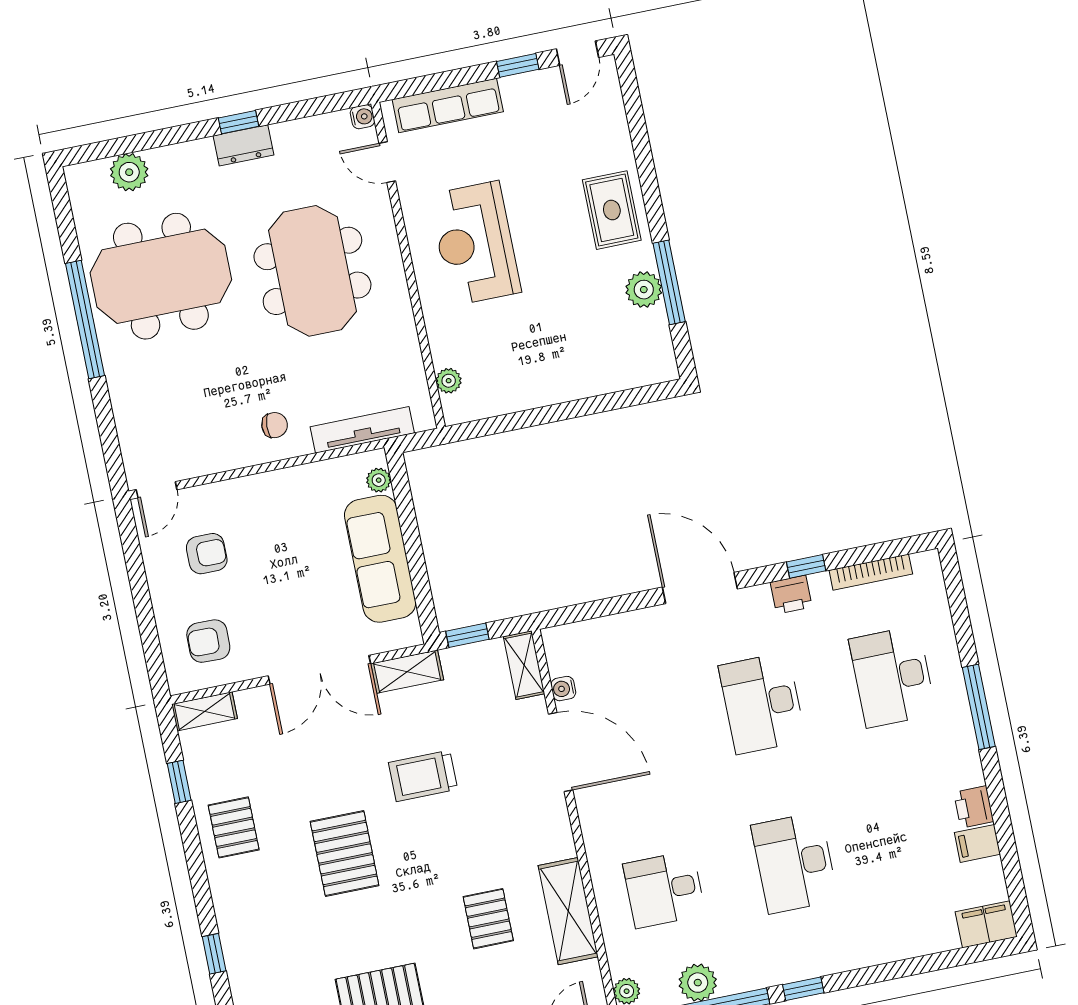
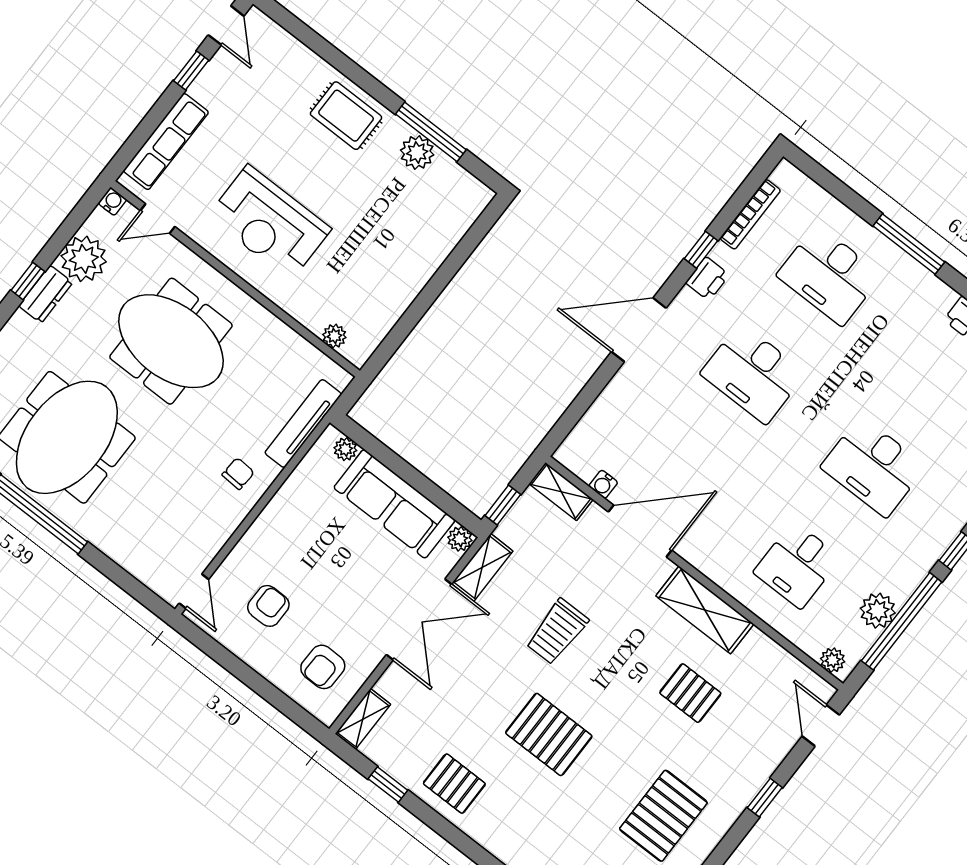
plant: (299, 143) -> (84, 259), added
plant: (409, 633) -> (460, 539), added
shelving: (568, 911) -> (705, 610), moved

